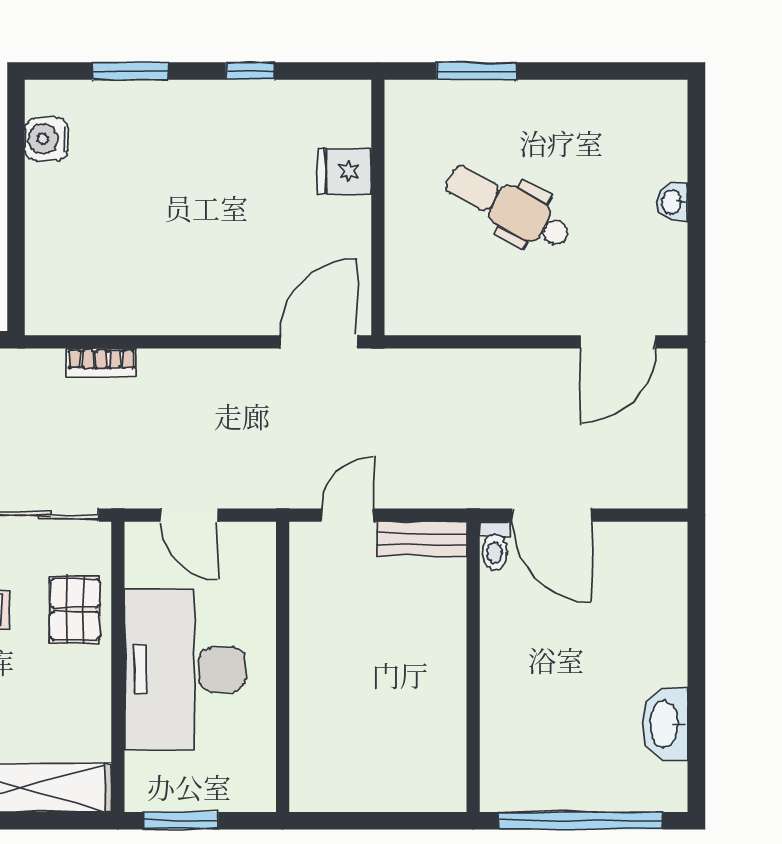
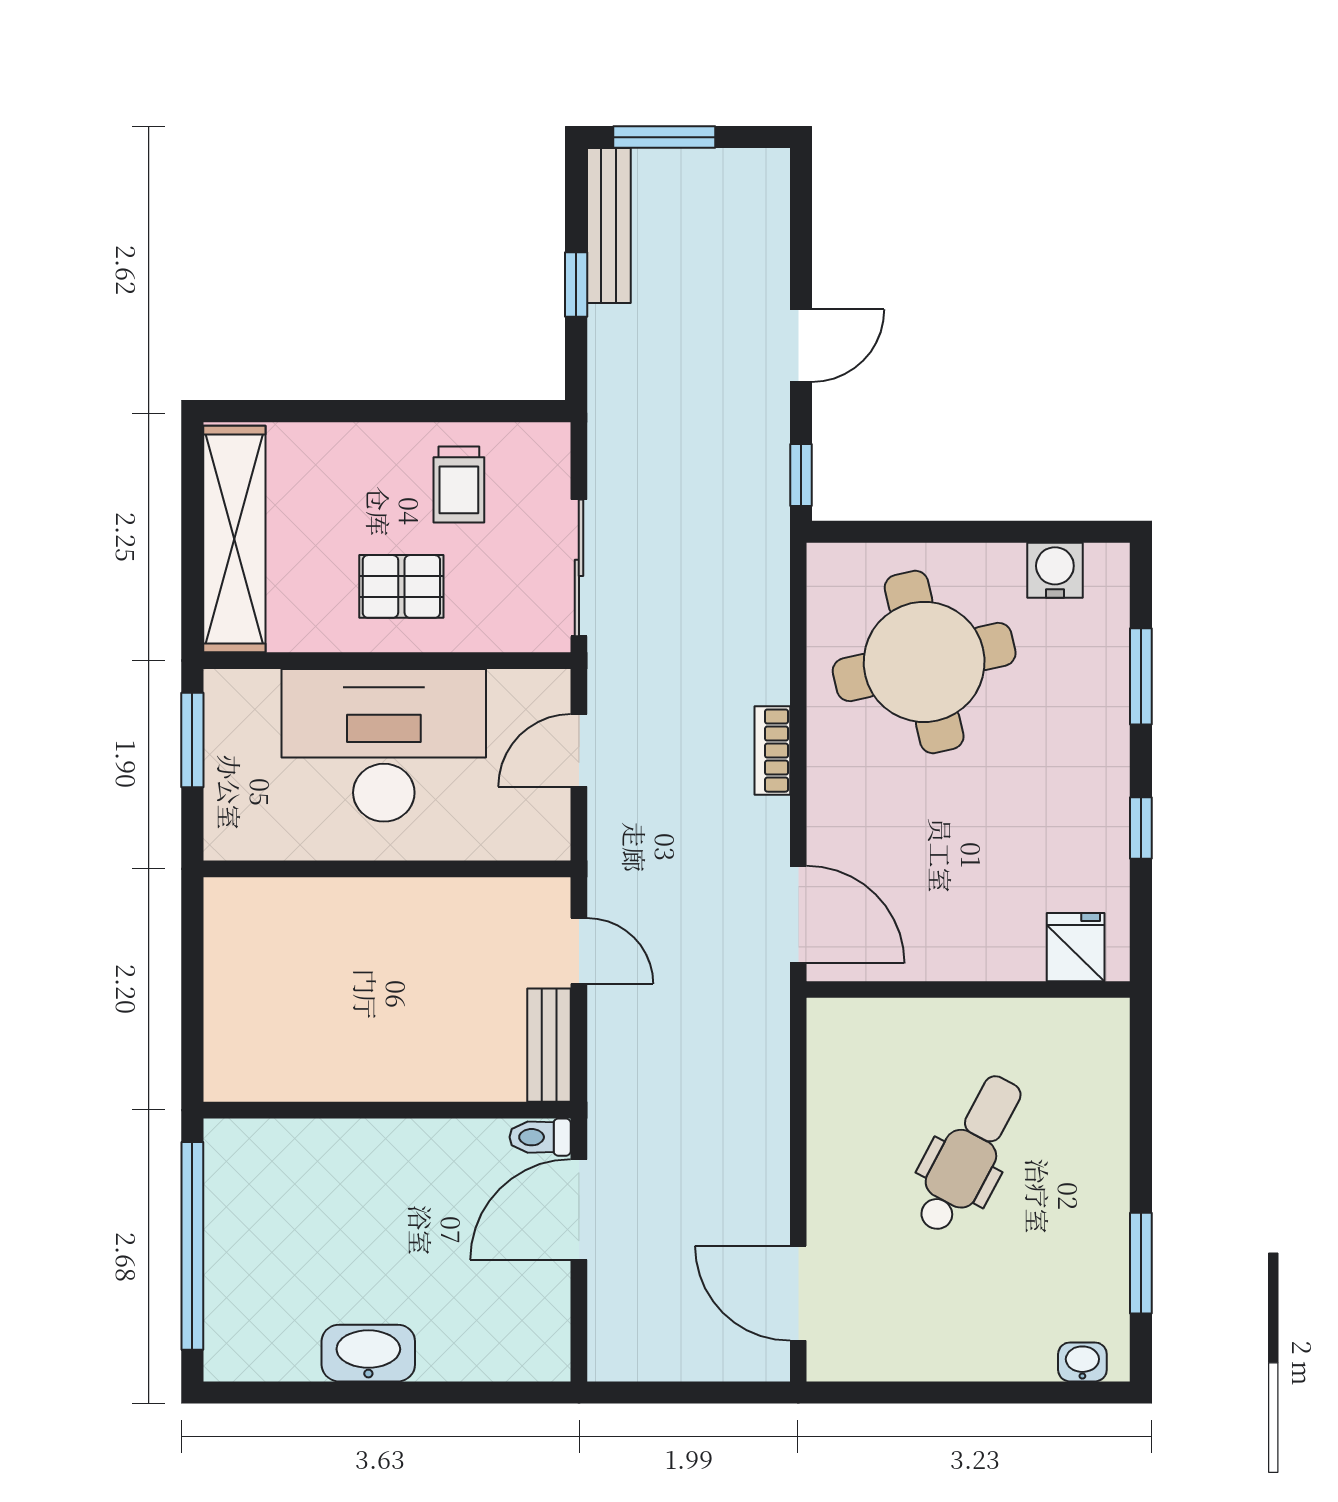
window: (476, 71) -> (1141, 1263), moved
fridge: (344, 171) -> (1076, 947), moved
washbasin: (672, 202) -> (1082, 1362), moved
round table: (119, 242) -> (924, 662), added
bookcase: (101, 362) -> (772, 751), moved
pallet: (75, 610) -> (401, 586), moved
washbasin: (665, 724) -> (368, 1353), moved

